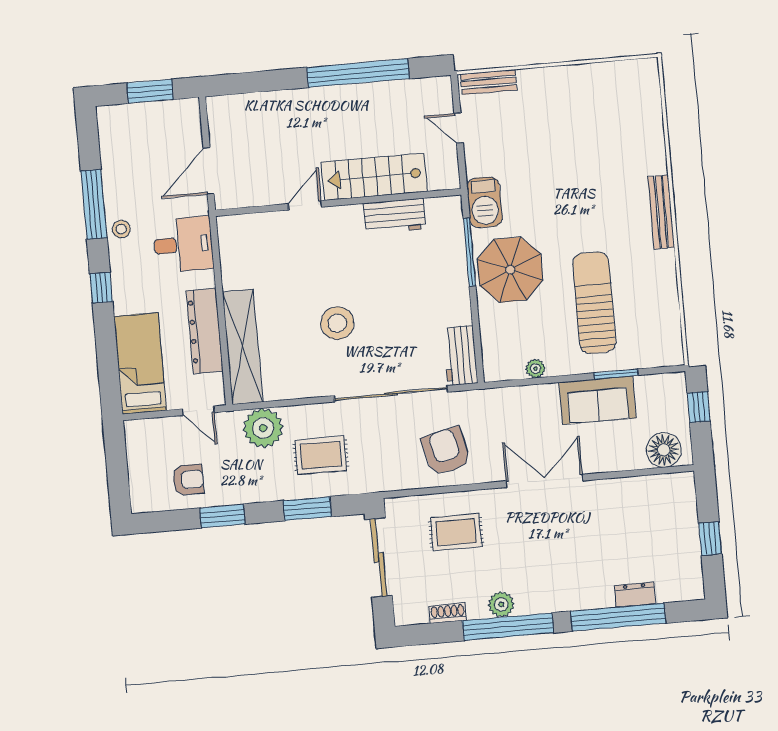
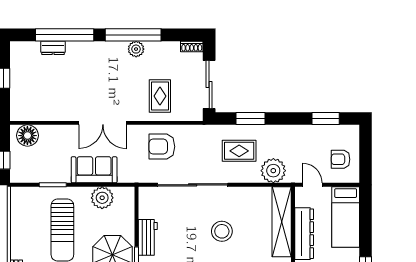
workbench: (460, 356) -> (148, 237), moved
plant: (535, 369) -> (102, 198), width x1.88, depth x1.88
sofa: (598, 400) -> (94, 170), moved
armchair: (446, 451) -> (162, 147), turned 104
armchair: (188, 480) -> (341, 159), moved
window: (222, 516) -> (326, 119), moved
rug: (456, 532) -> (160, 96), turned 90
shoe rack: (448, 613) -> (192, 47), moved

